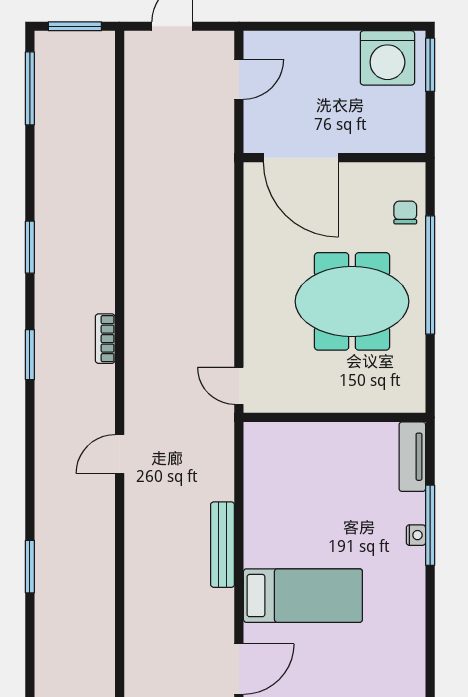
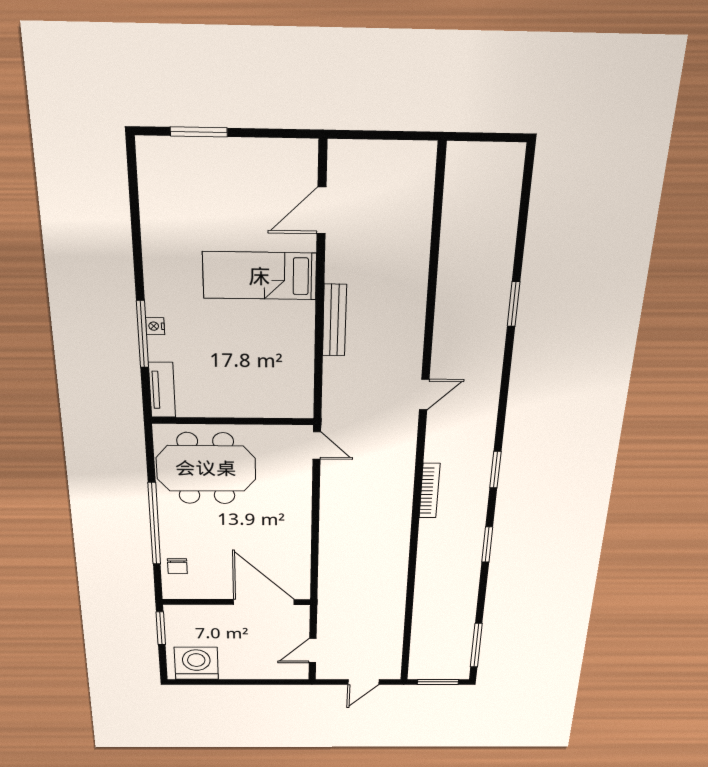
window: (430, 65) -> (161, 628), moved
meeting table: (352, 301) -> (206, 468), moved
bookcase: (105, 339) -> (430, 491), width x1.56

